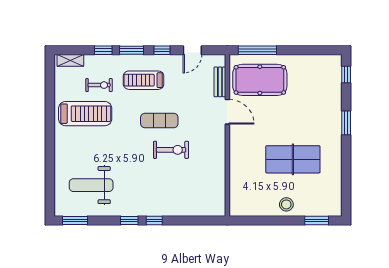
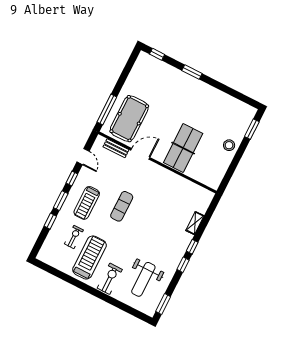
shelving: (70, 60) -> (195, 223), moved
exercise bike: (171, 150) -> (110, 279), moved
table tennis table: (293, 159) -> (183, 148), moved

